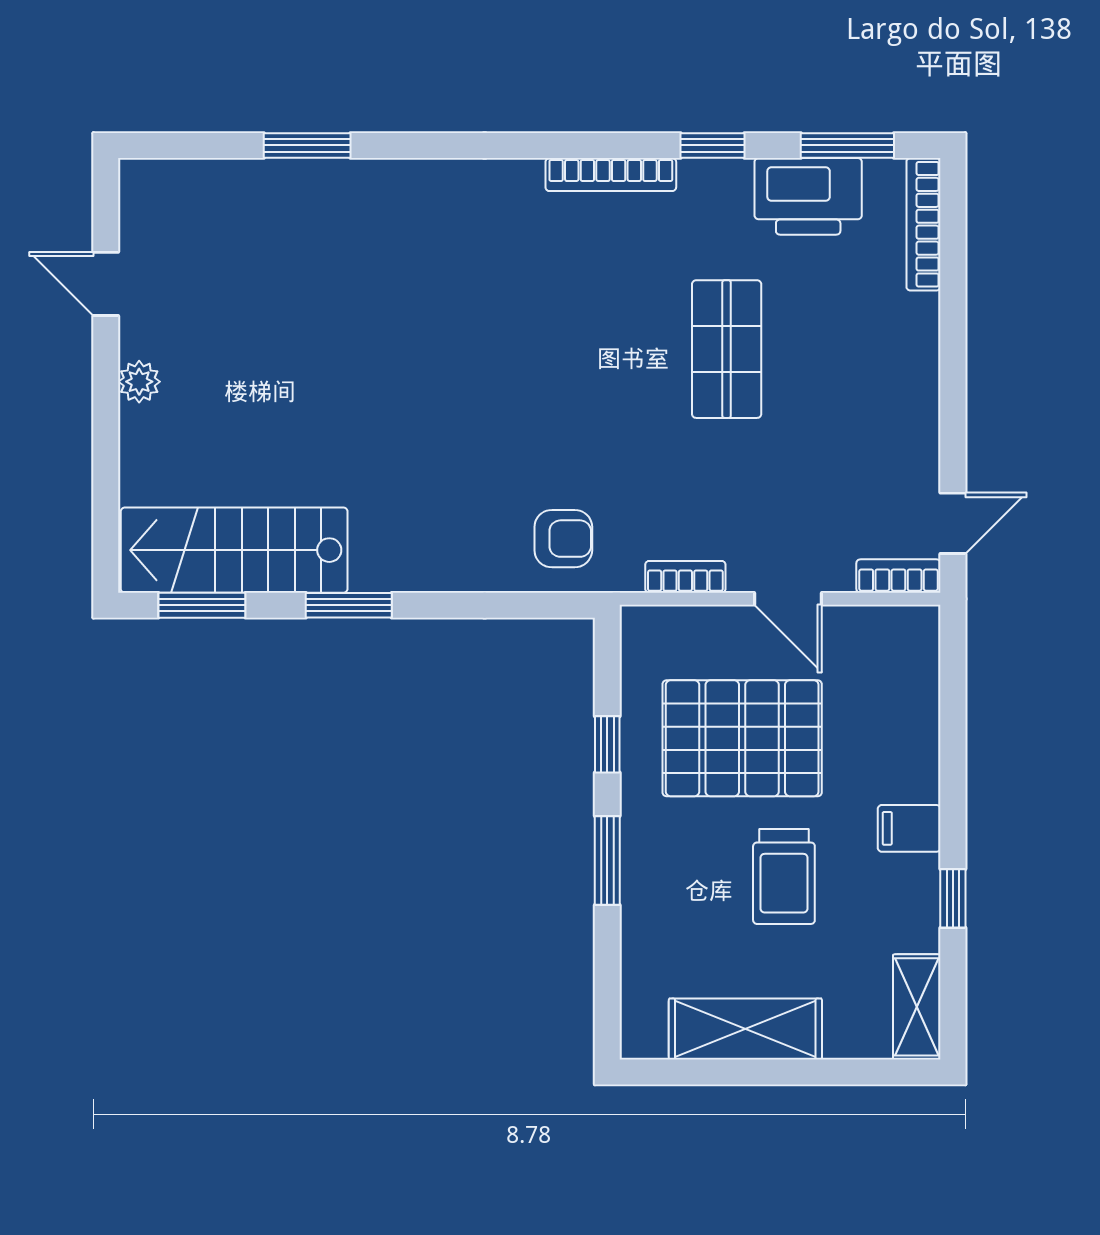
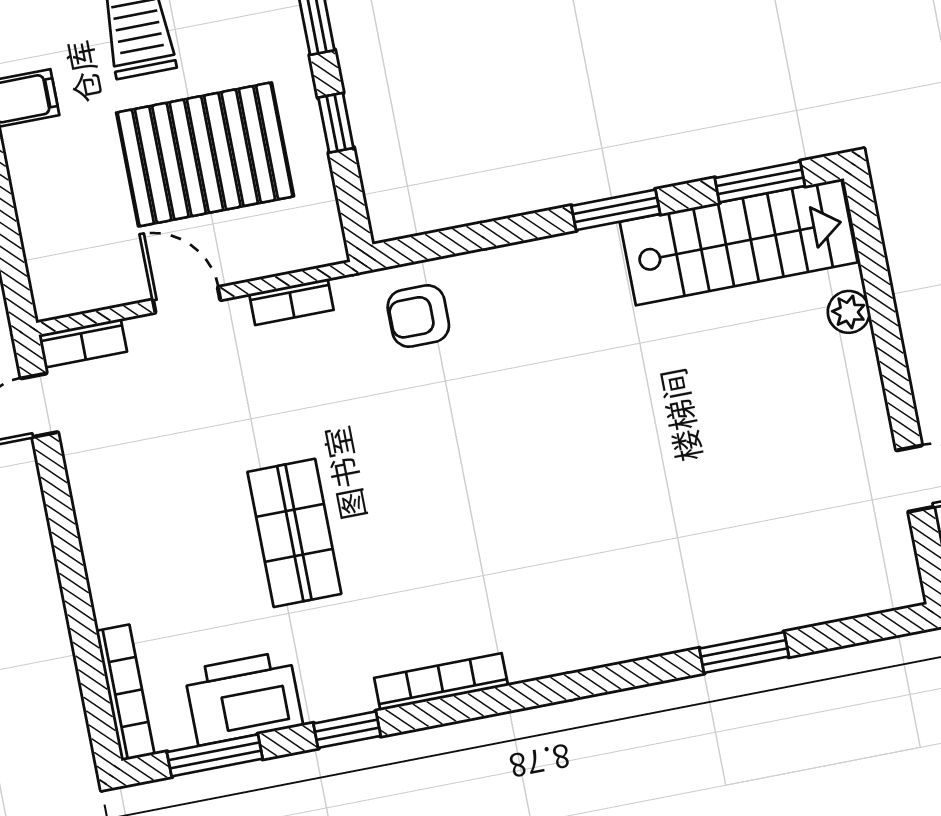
plant: (139, 382) -> (849, 312), moved

